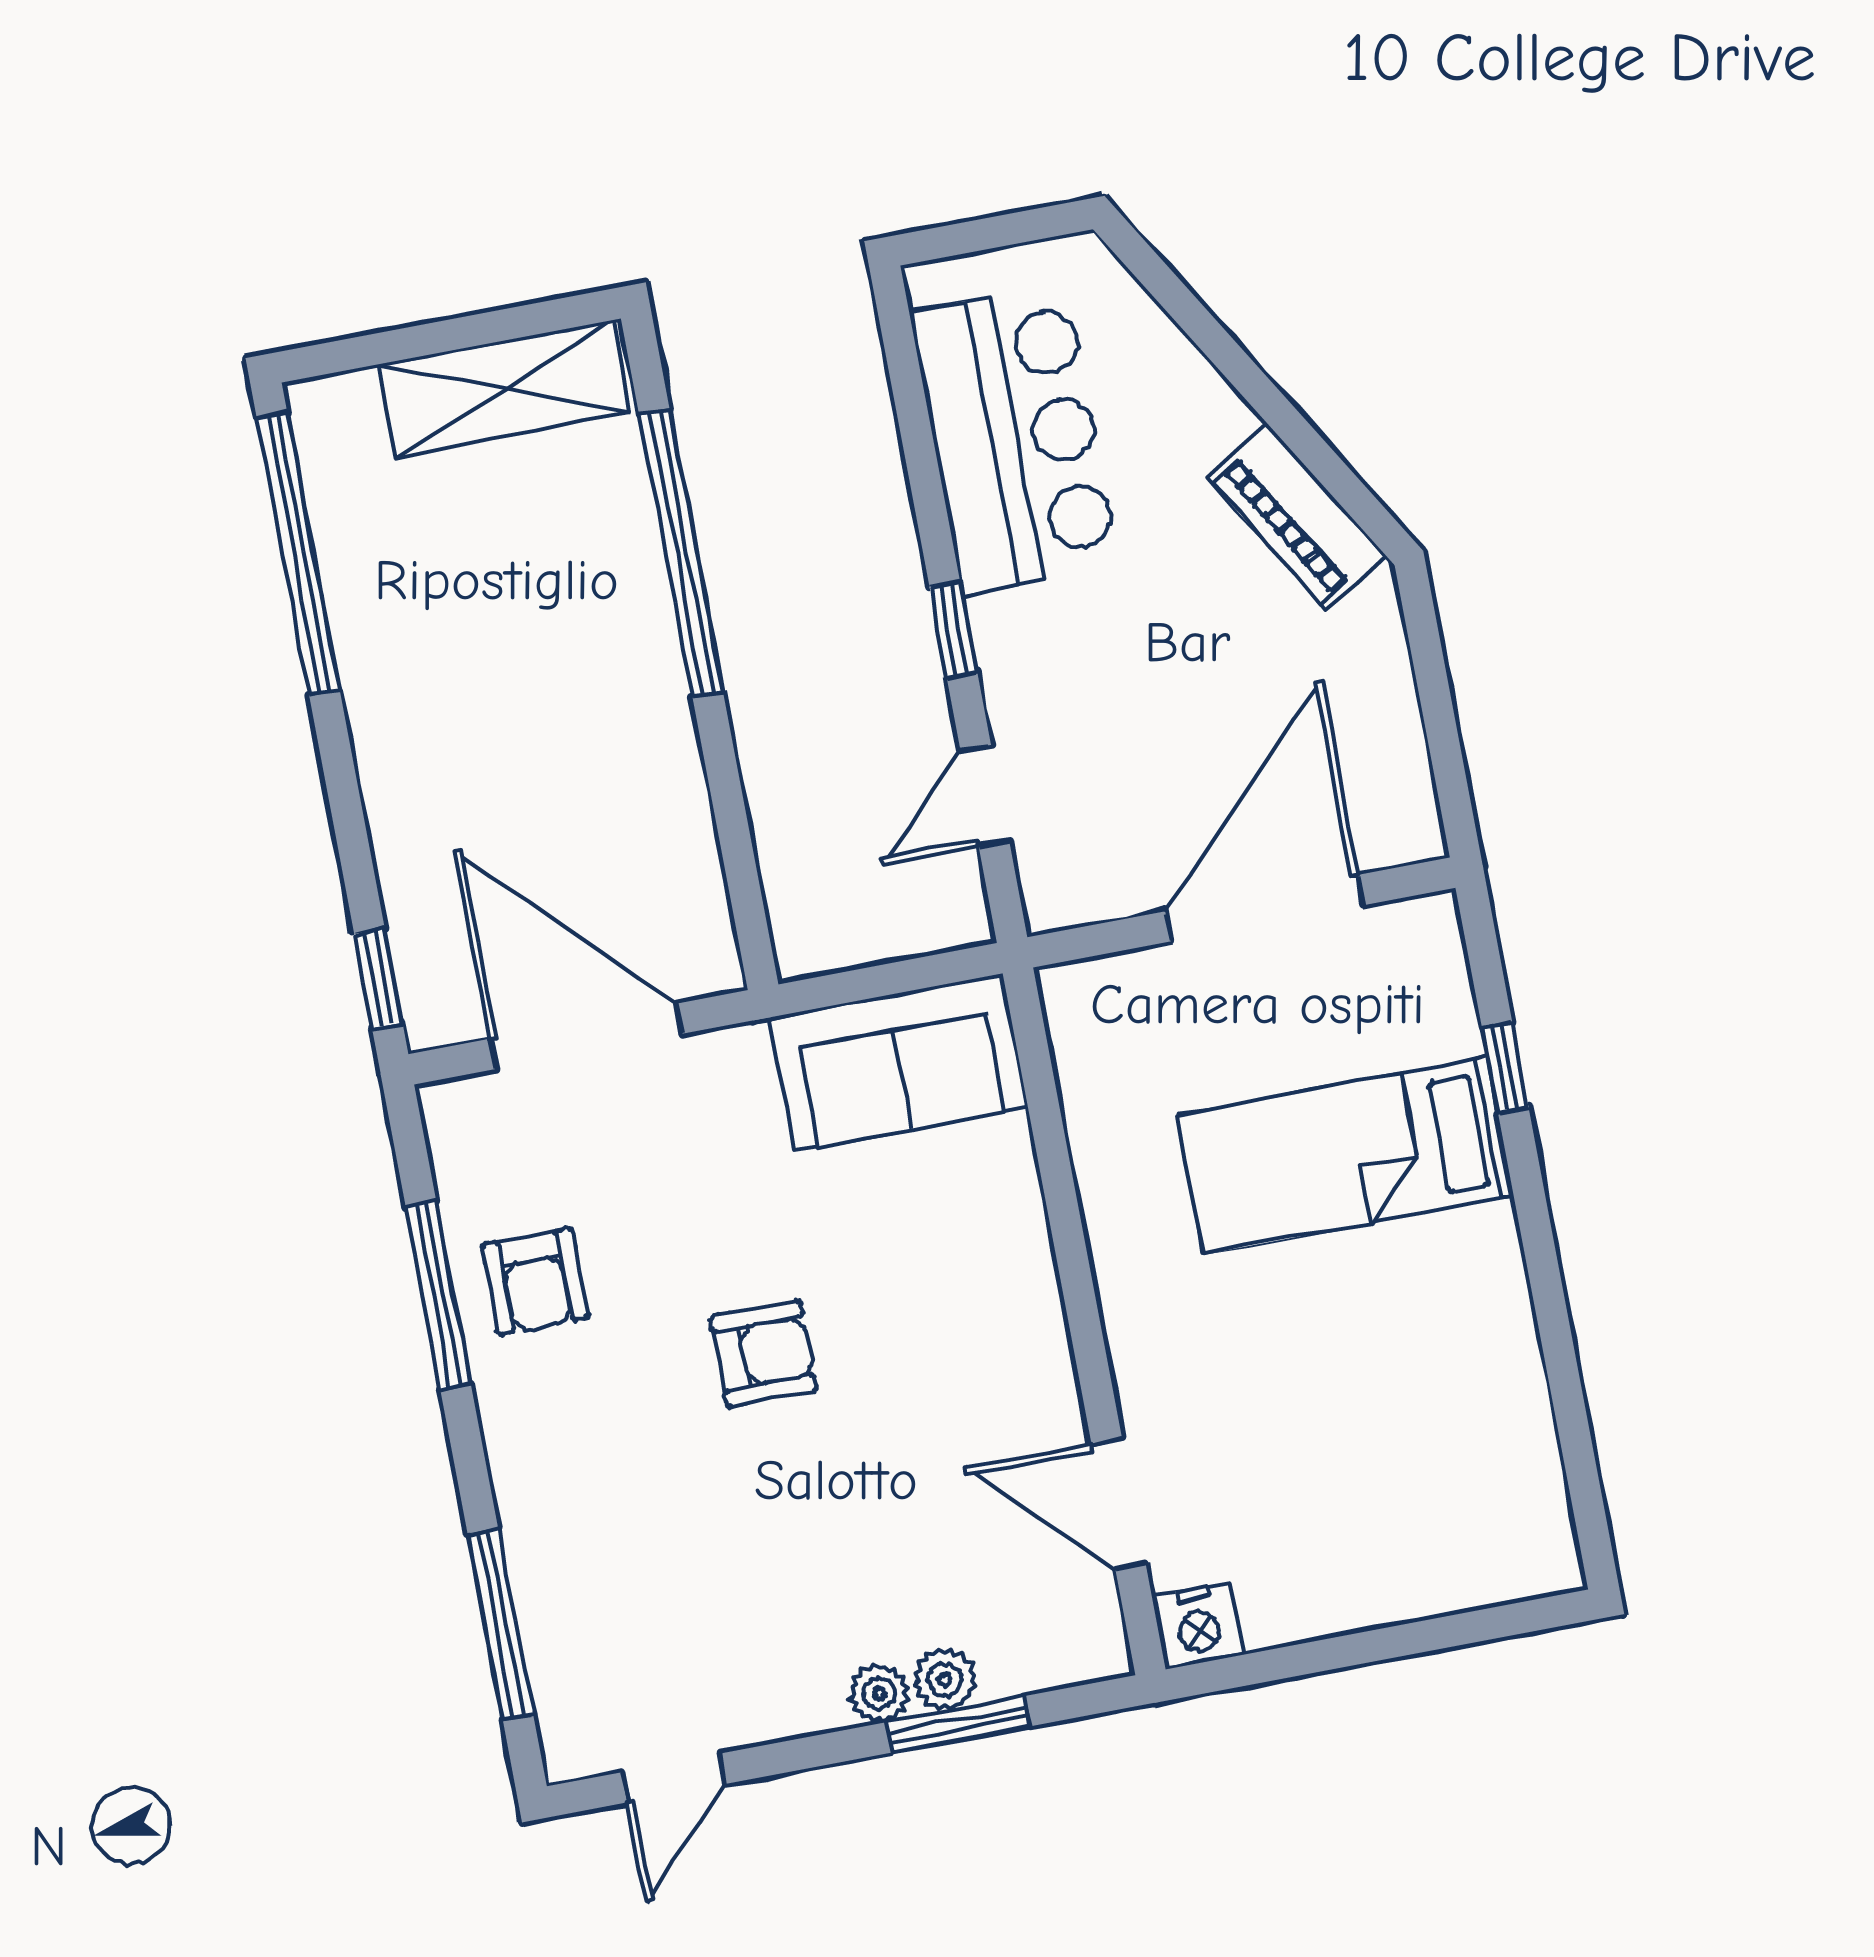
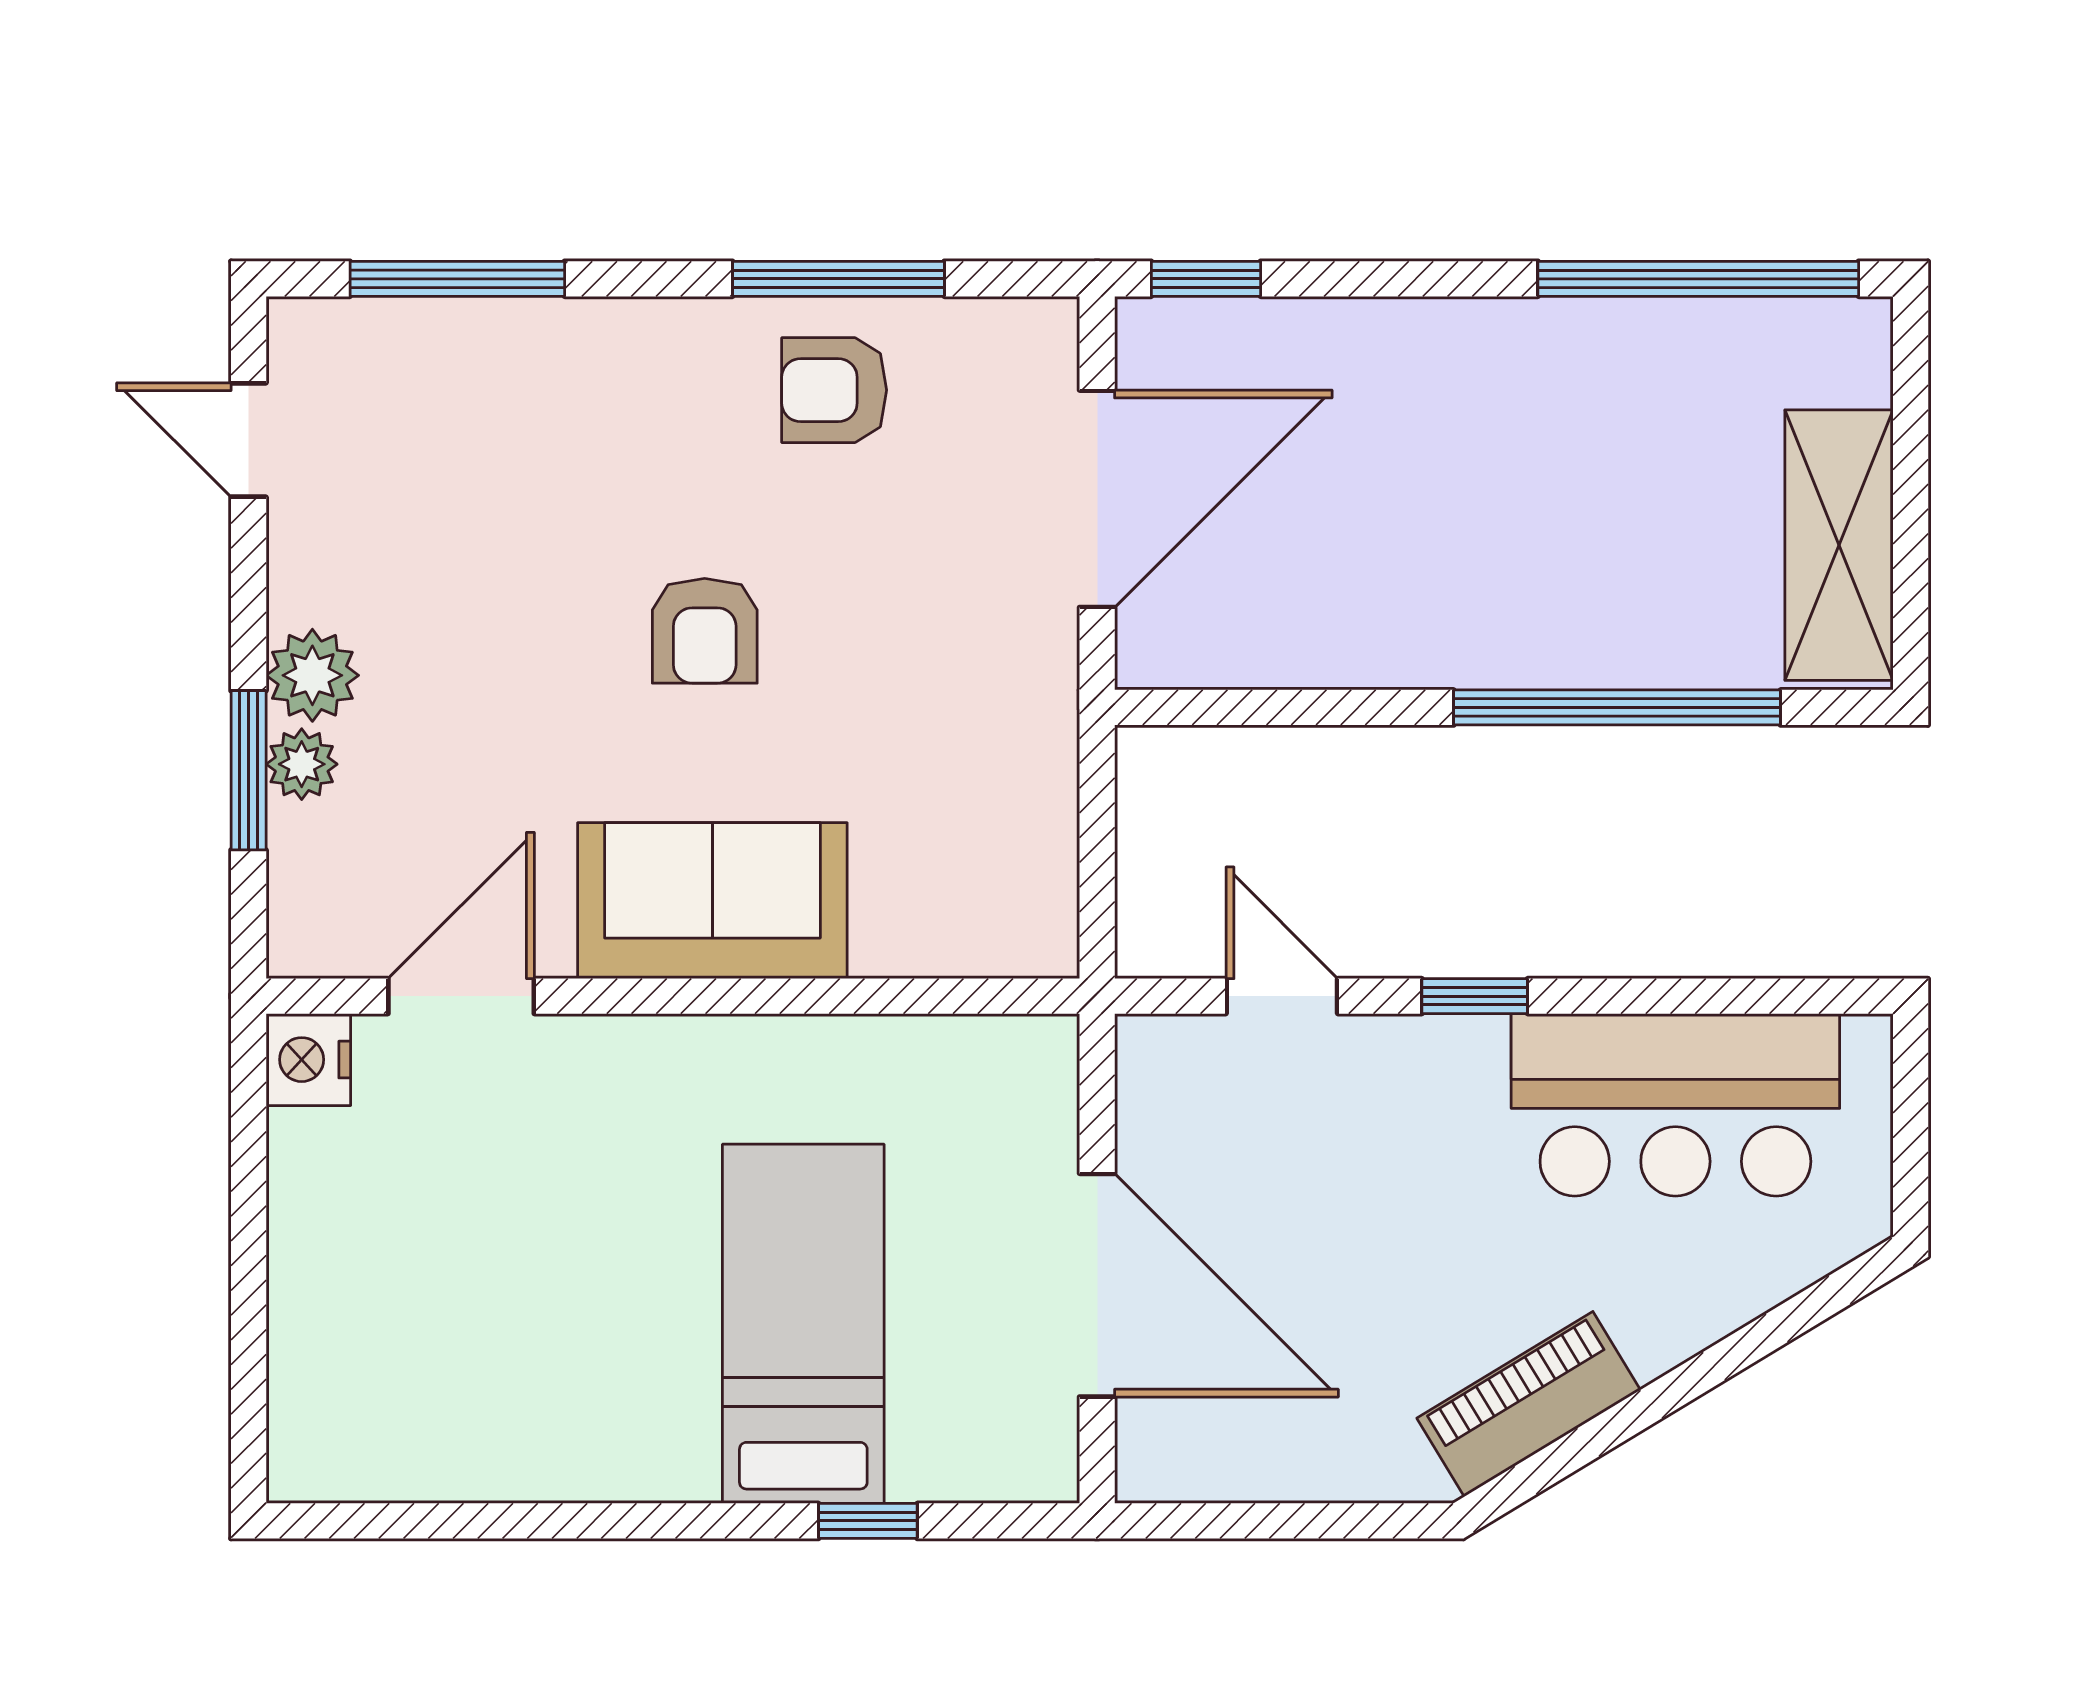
sofa: (899, 1062) -> (712, 901), moved, turned 90
plant: (879, 1693) -> (312, 675), width x1.38, depth x1.38

